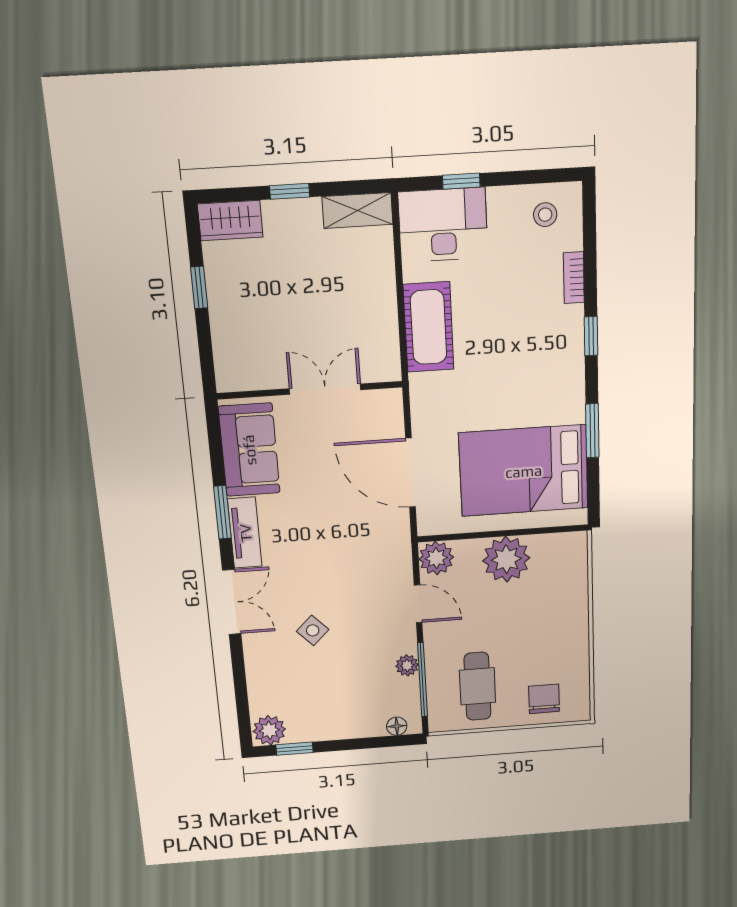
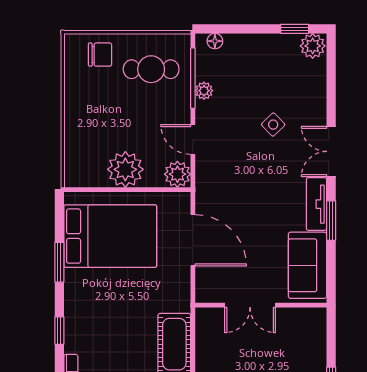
cafe table: (477, 686) -> (151, 69), turned 90
chair: (544, 699) -> (100, 55), turned -90

